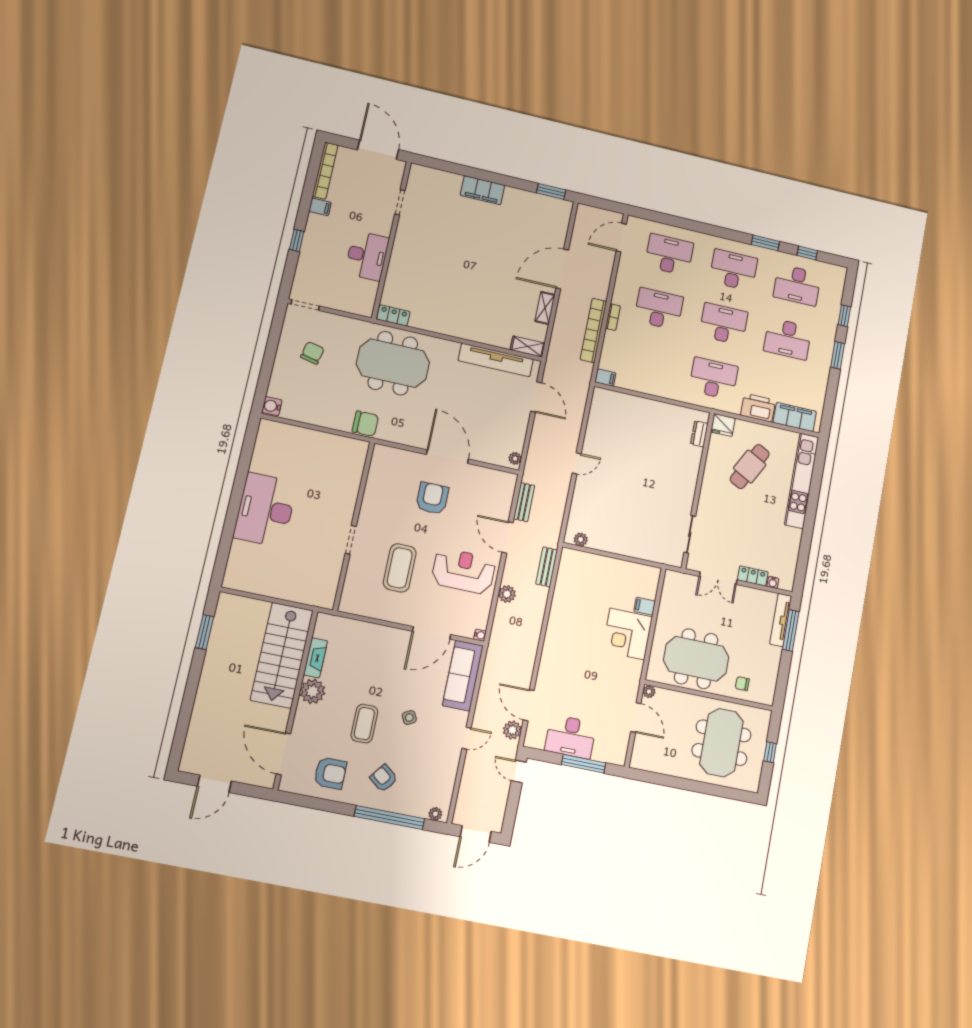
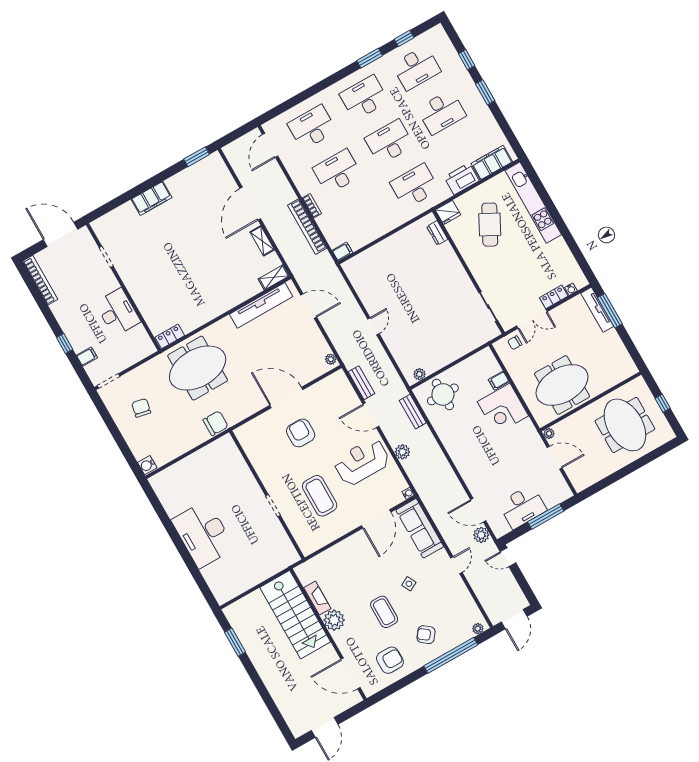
filing cabinet: (320, 207) -> (87, 357), moved
round table: (586, 575) -> (443, 394), added
chair: (742, 684) -> (515, 343), moved

